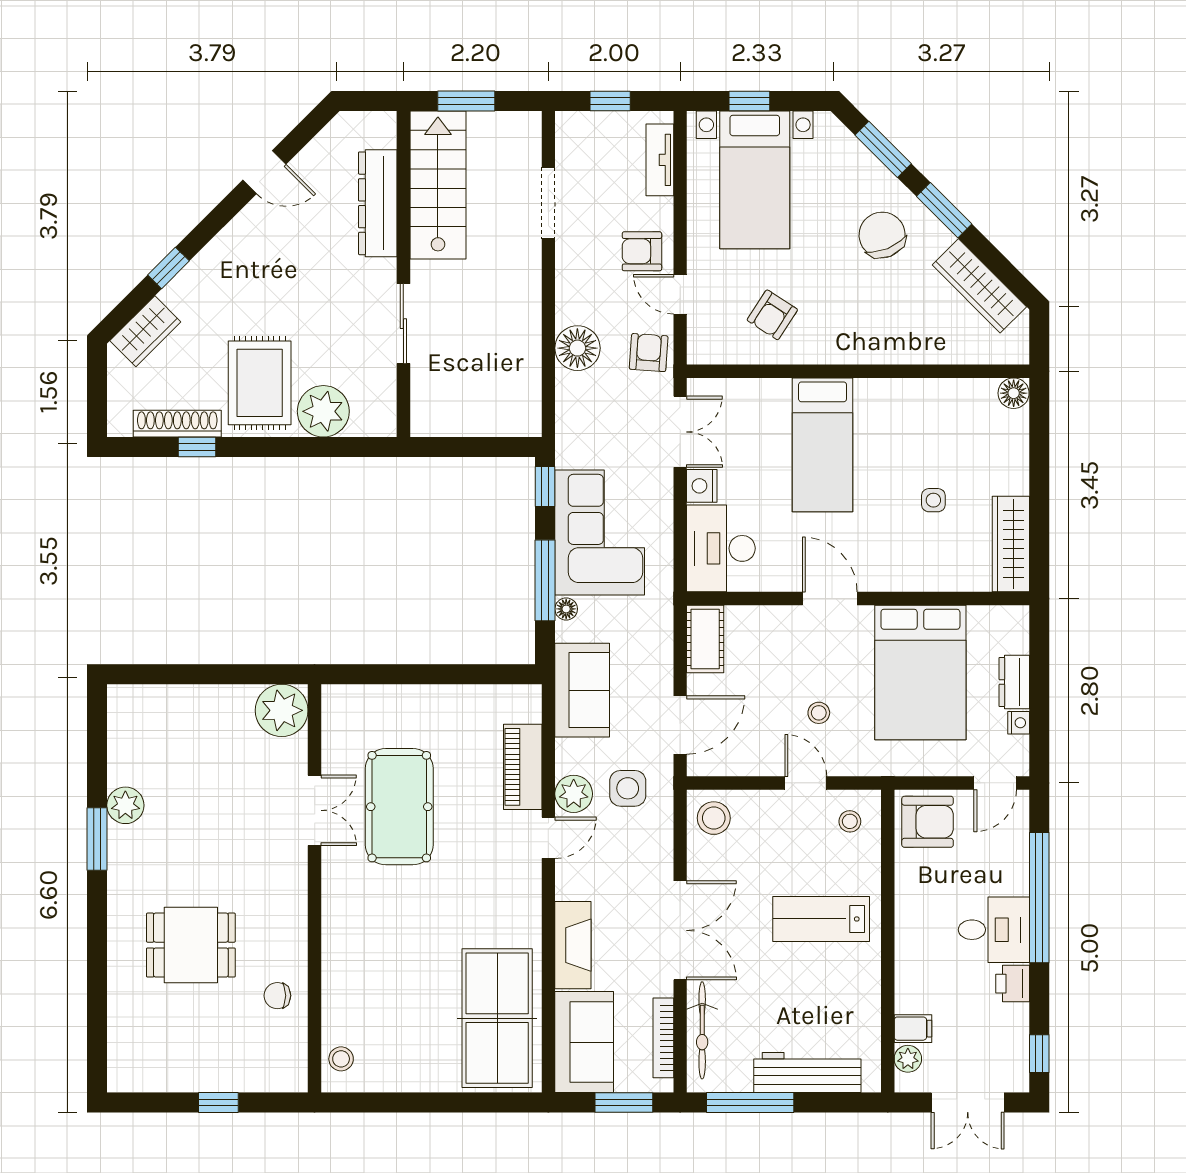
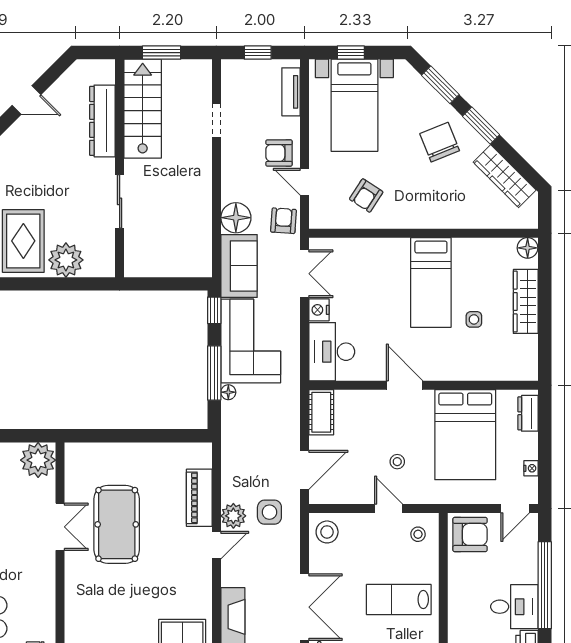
doorway: (548, 203) -> (216, 121), width x0.73
bed: (823, 445) -> (431, 282), moved
wardrobe: (1011, 544) -> (526, 301), moved
dresser: (1014, 682) -> (528, 413), moved
sofa: (582, 690) -> (239, 266), moved

